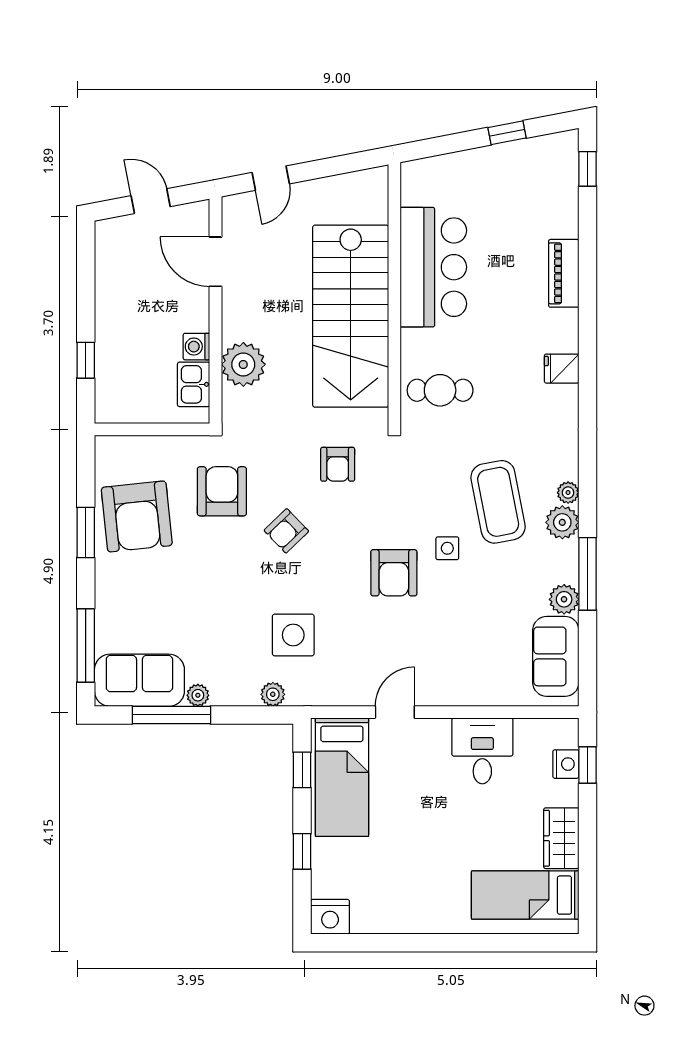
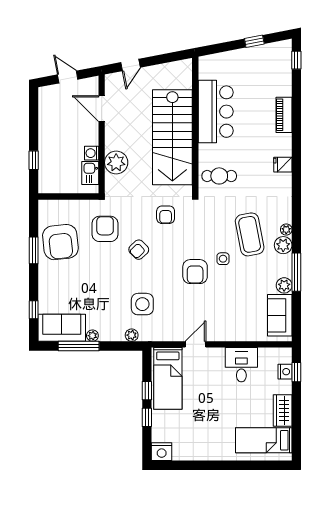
window: (86, 646) -> (34, 310), width x0.46
window: (302, 770) -> (147, 391), moved

